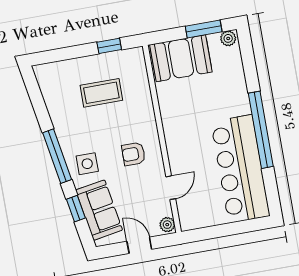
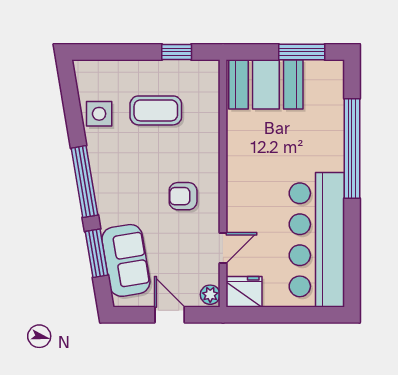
plant: (228, 38) -> (331, 70), removed
window: (261, 130) -> (352, 149), moved
side table: (87, 164) -> (99, 114), moved
window: (76, 209) -> (96, 253), width x1.50
fridge: (192, 218) -> (244, 292), added

